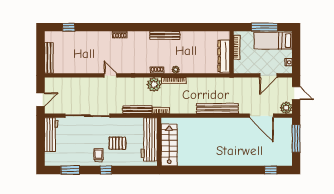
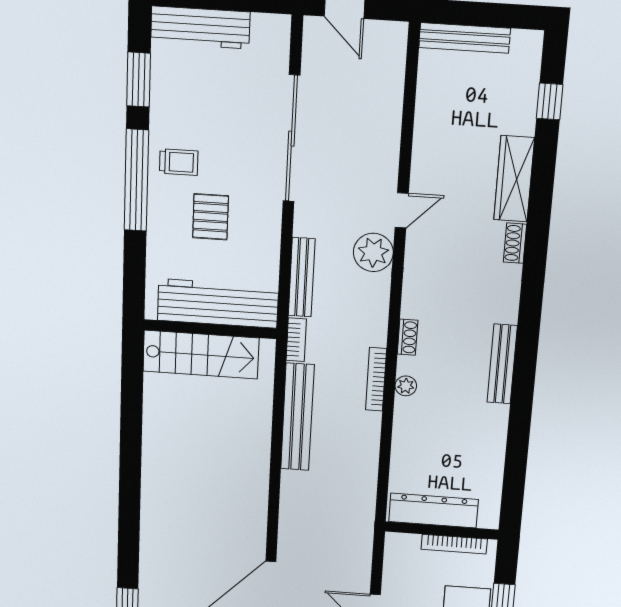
wardrobe: (97, 37) -> (514, 179), added
plant: (154, 84) -> (373, 252), moved
bench: (217, 109) -> (297, 417), moved
workbench: (51, 135) -> (200, 28), moved
window: (106, 170) -> (136, 180), width x3.17

